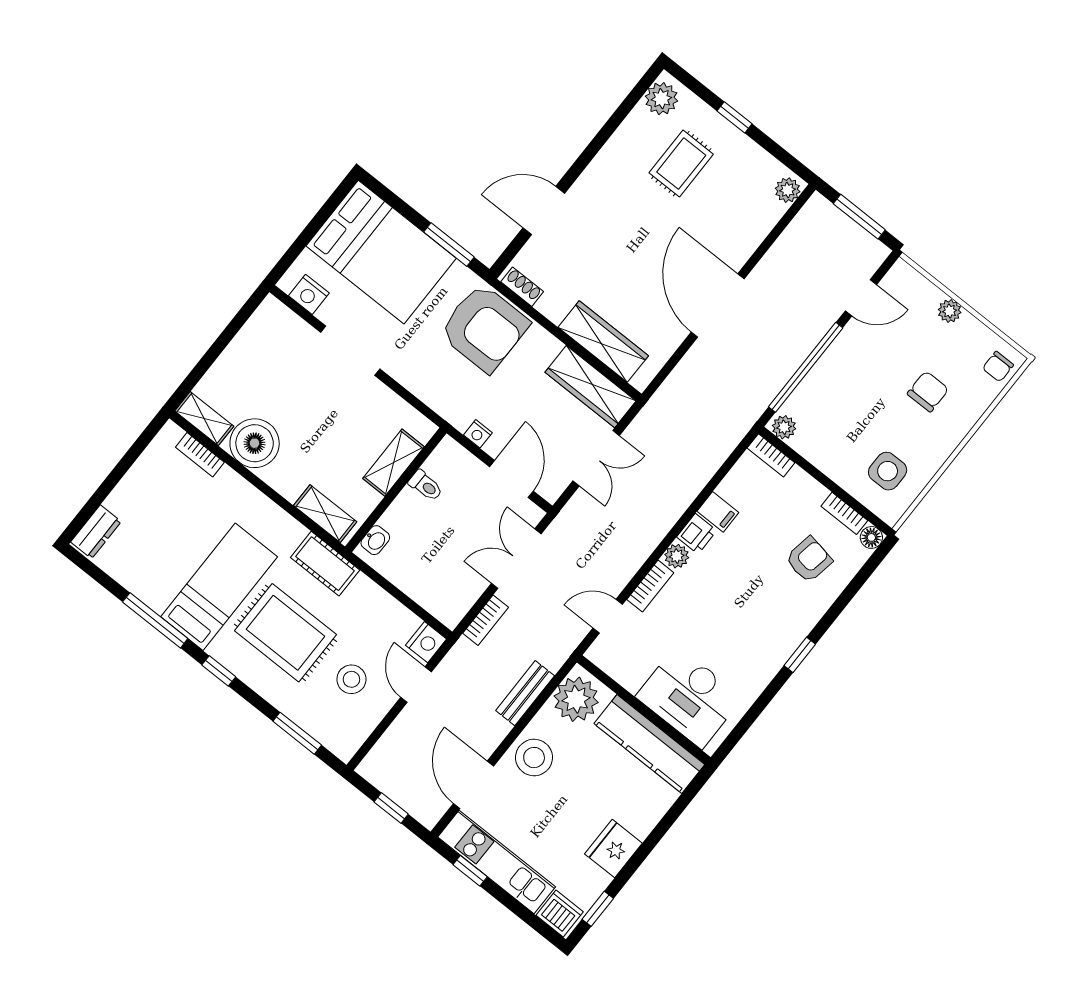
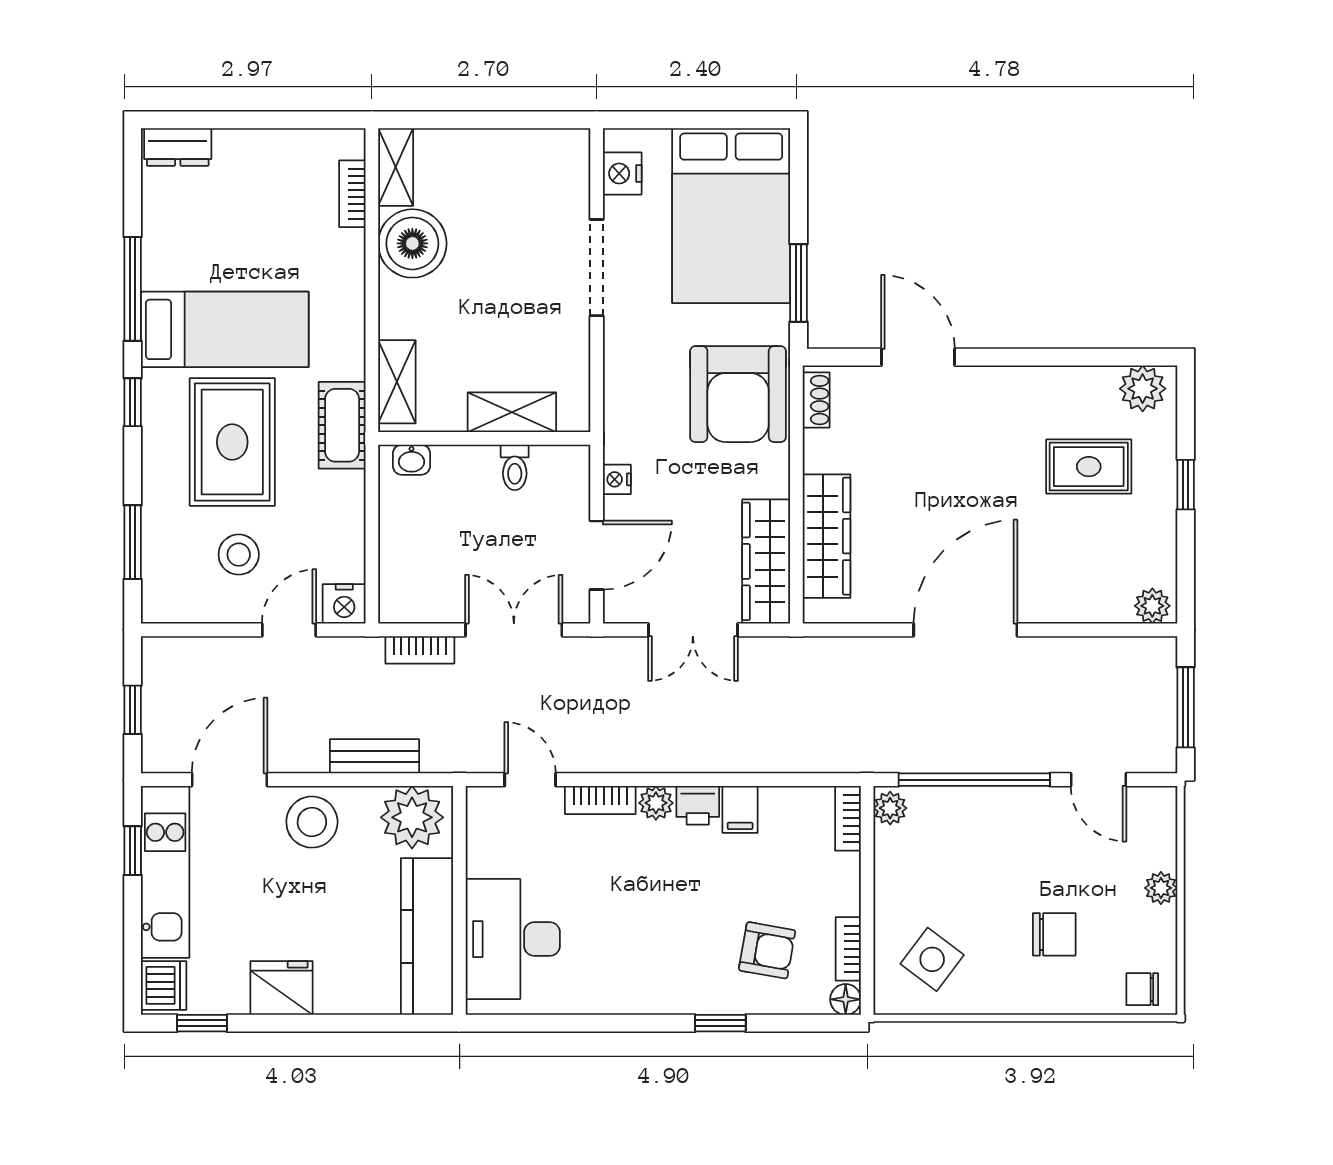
side table: (888, 471) -> (932, 959), turned 37
window: (800, 655) -> (720, 1023), moved

